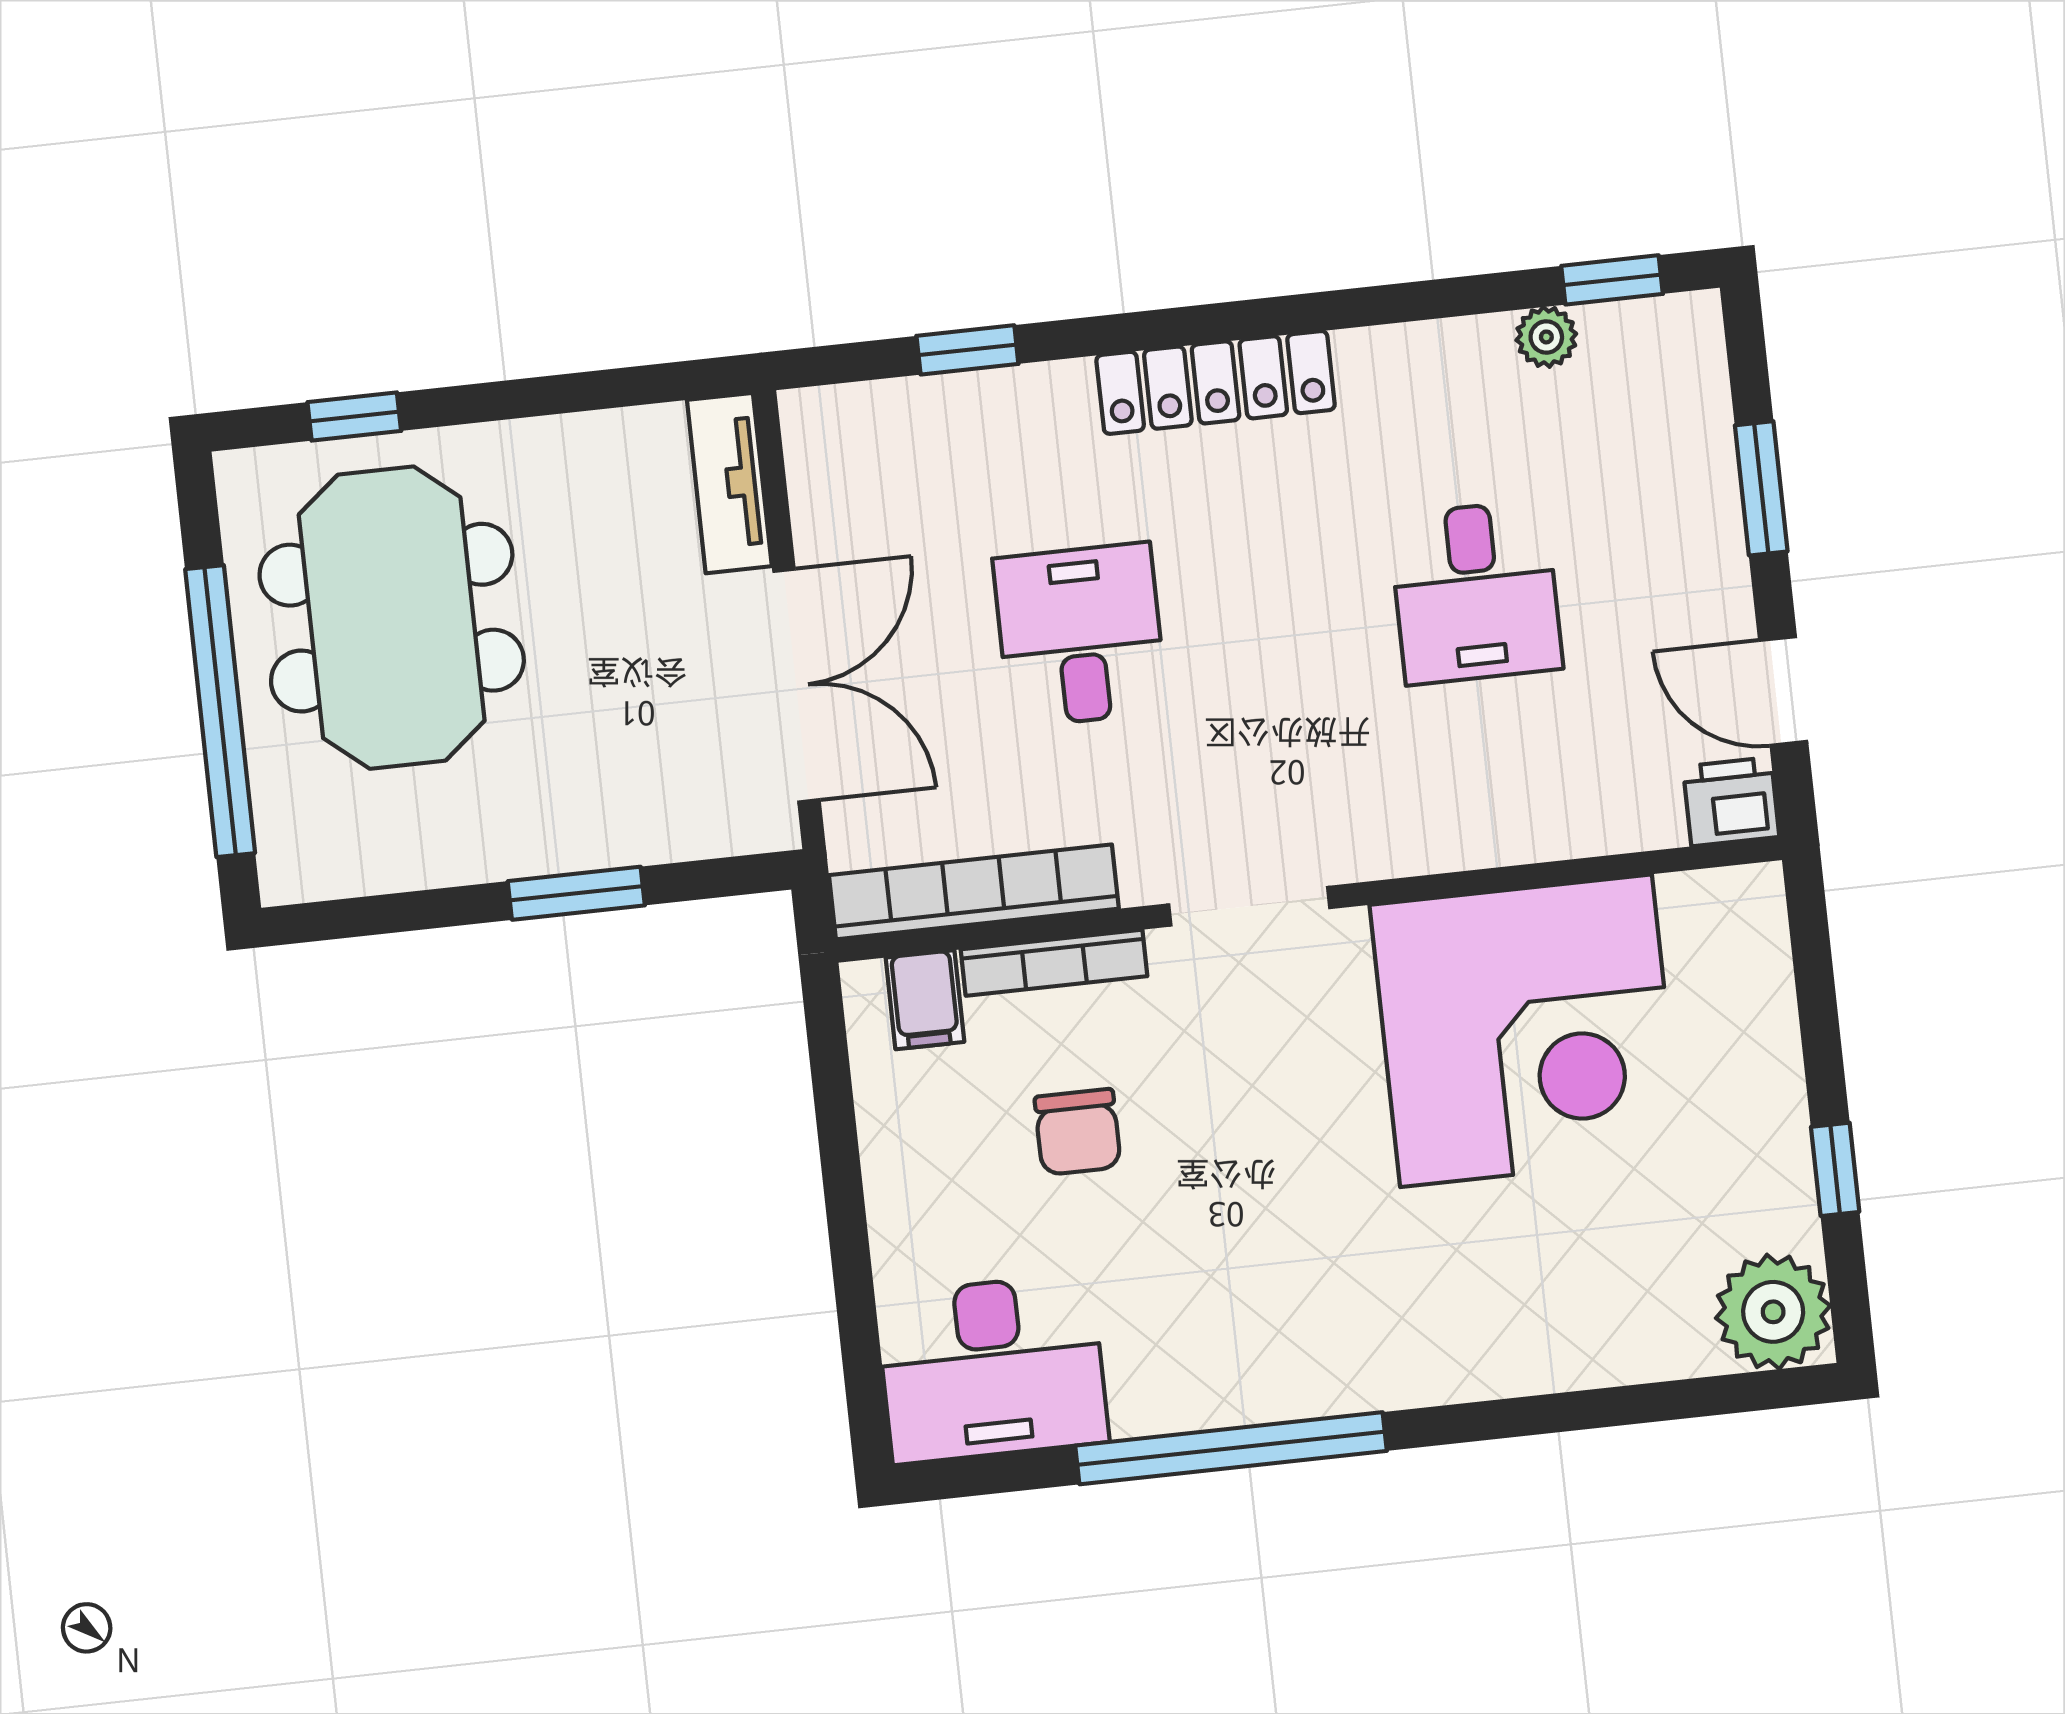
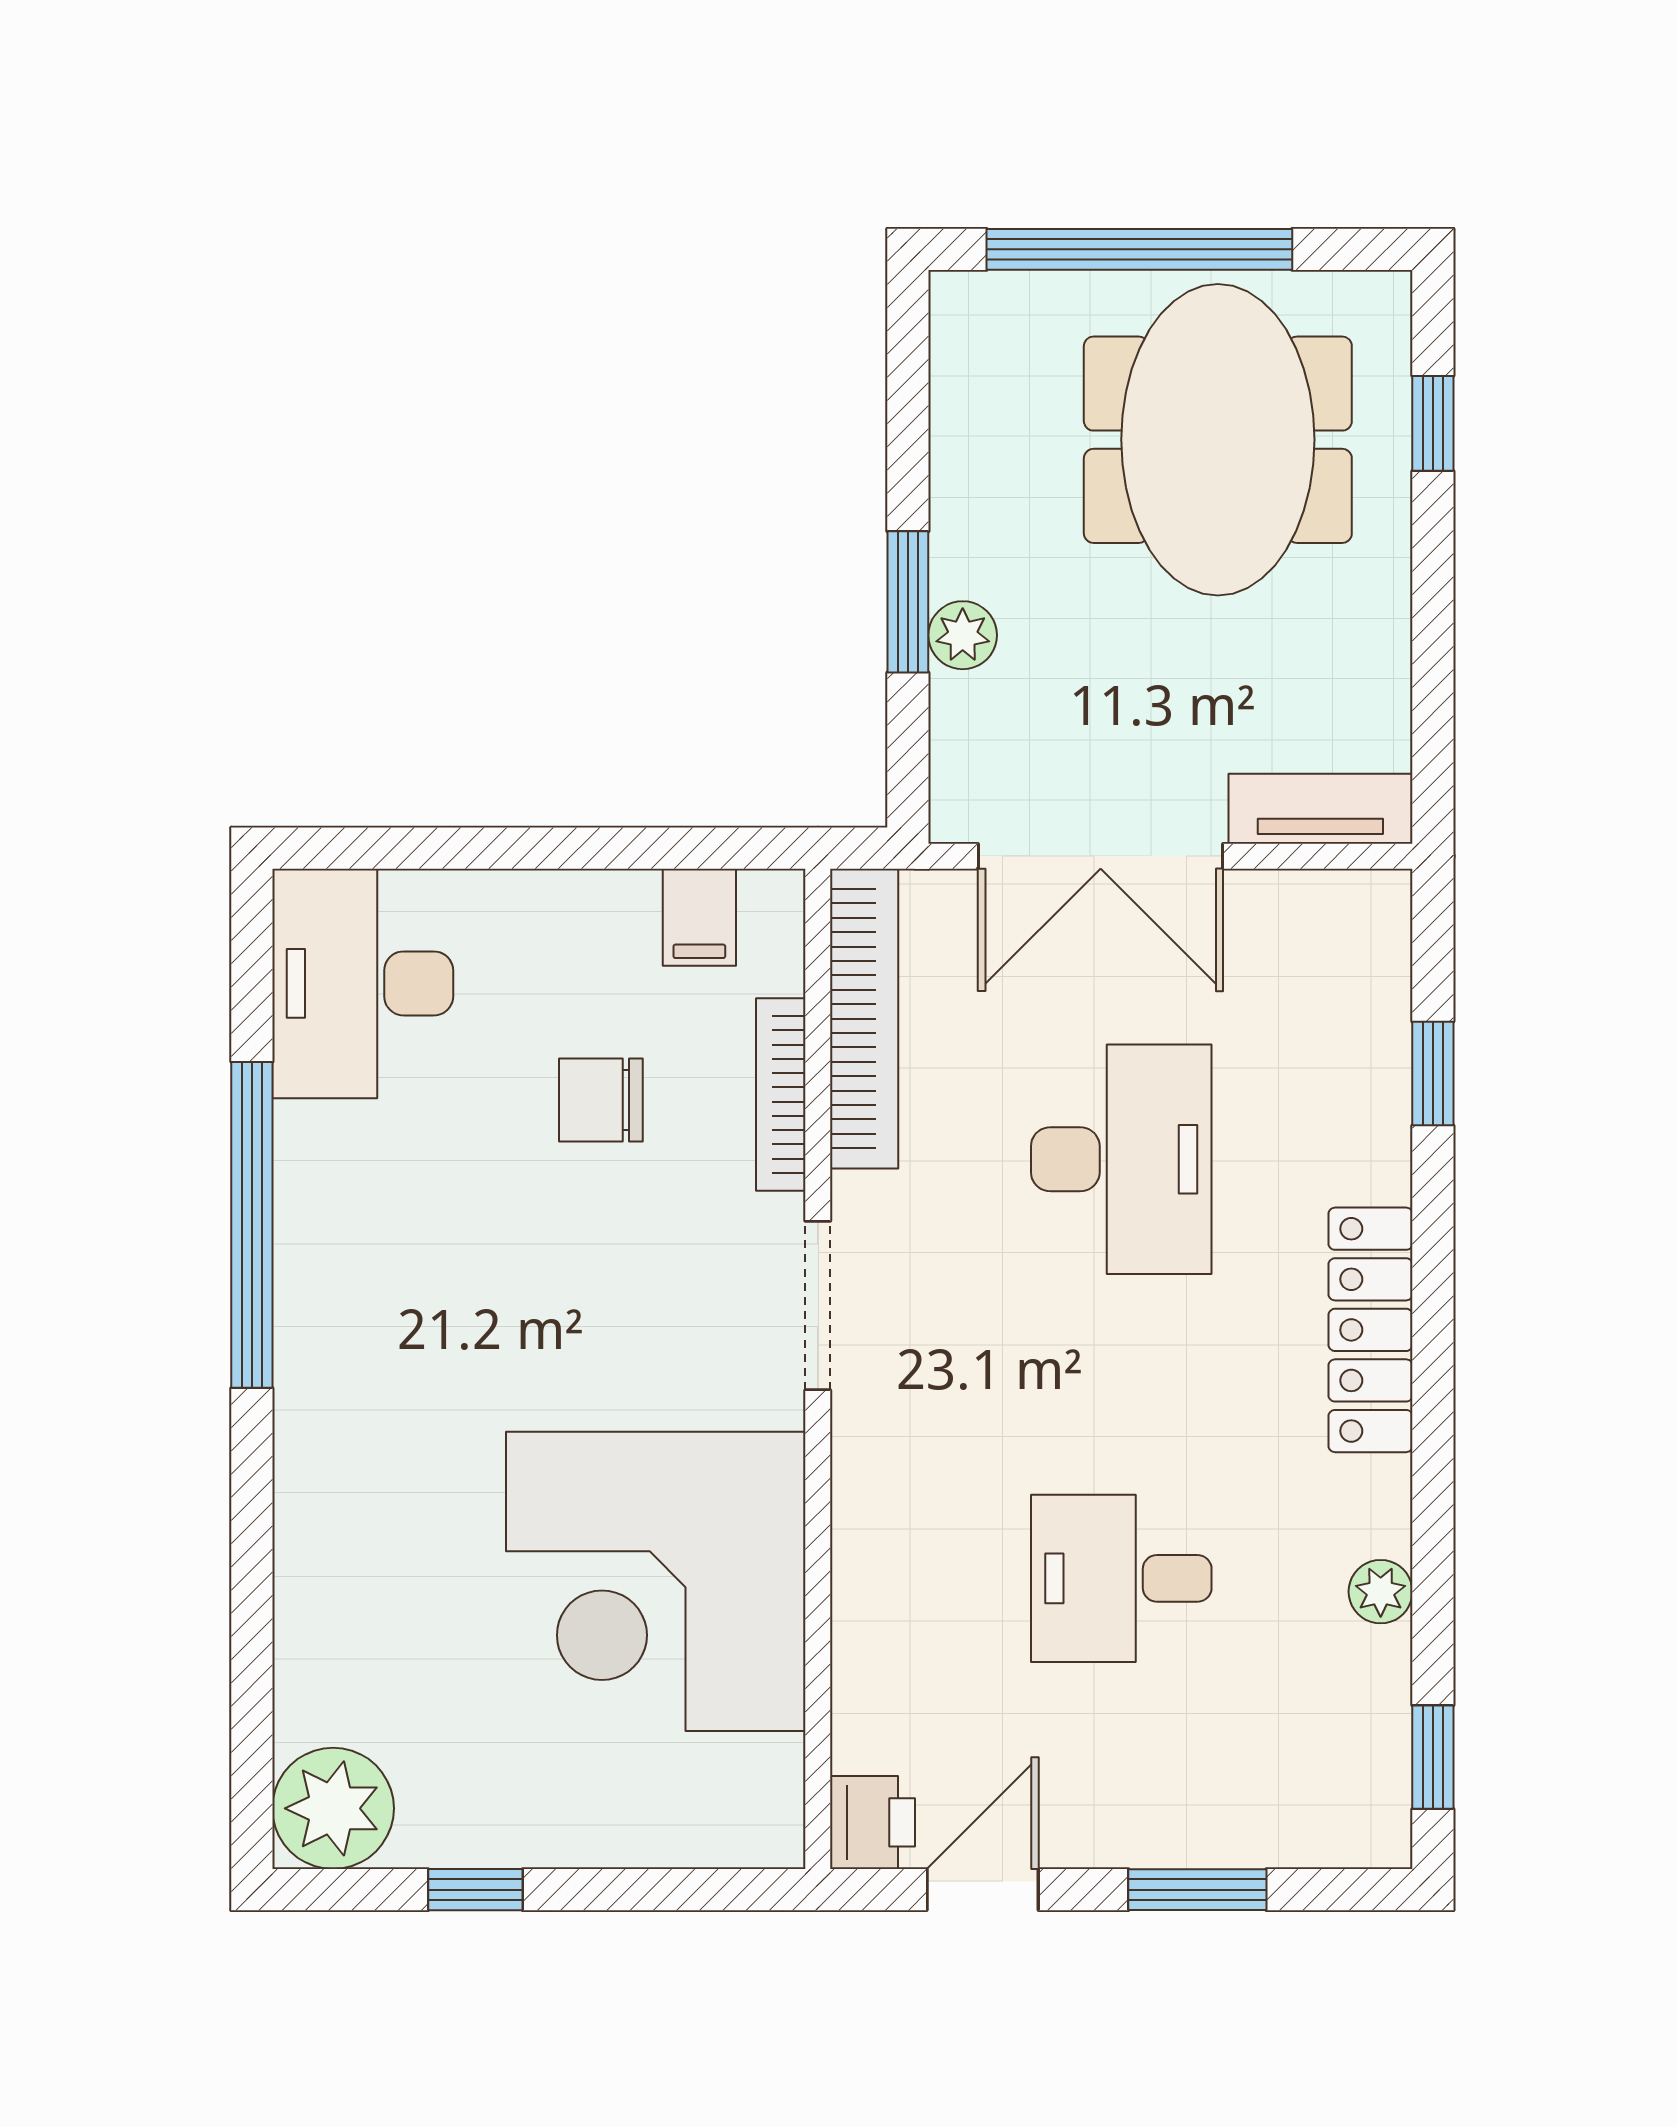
plant: (1546, 337) -> (1381, 1592), moved
meeting table: (392, 618) -> (1218, 440), turned 90
desk: (1080, 635) -> (1121, 1159), width x1.37
plant: (602, 838) -> (963, 635), added
filing cabinet: (925, 1000) -> (699, 917), moved, turned -90

